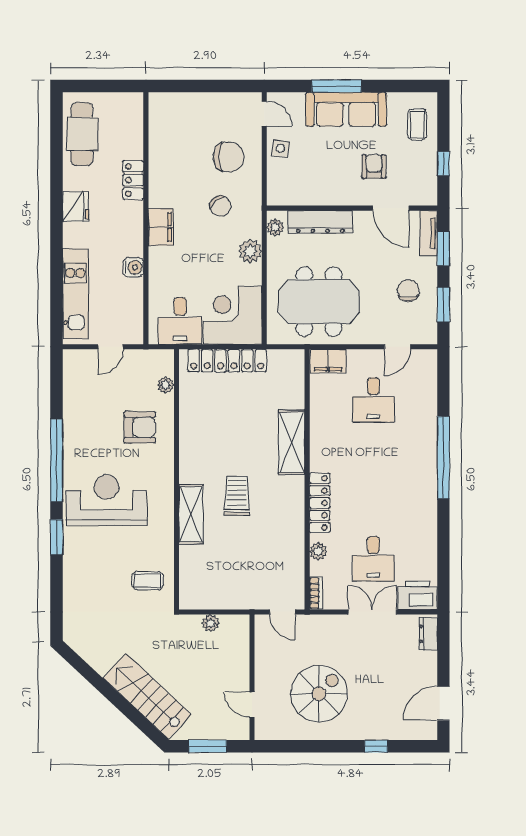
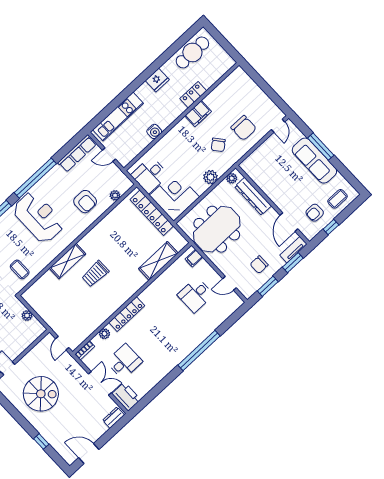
side table: (280, 148) -> (269, 147), removed
armchair: (374, 167) -> (315, 213), moved, turned 180
filing cabinet: (161, 227) -> (198, 114), moved
chair: (408, 291) -> (259, 265), turned 180
meeting table: (319, 302) -> (217, 229), turned 90
filing cabinet: (328, 361) -> (194, 258), width x0.50
row of seats: (74, 384) -> (77, 153), added
shelving: (292, 442) -> (158, 261), moved
trolley: (237, 496) -> (95, 274), turned 180
desk: (373, 559) -> (124, 362), turned 180

